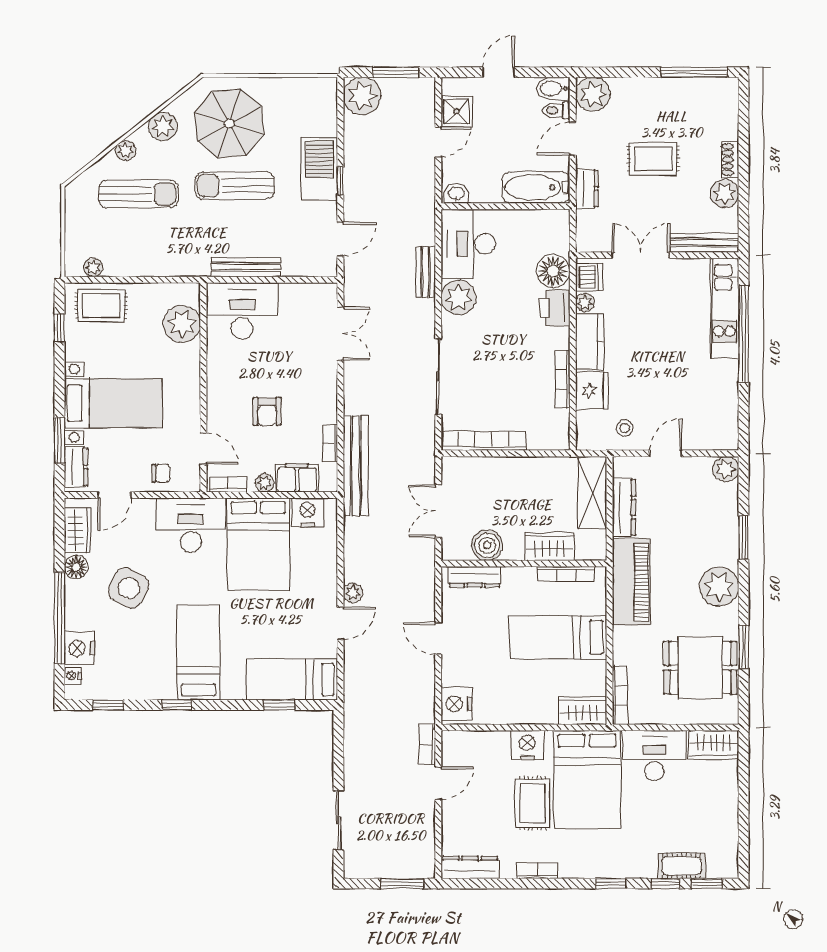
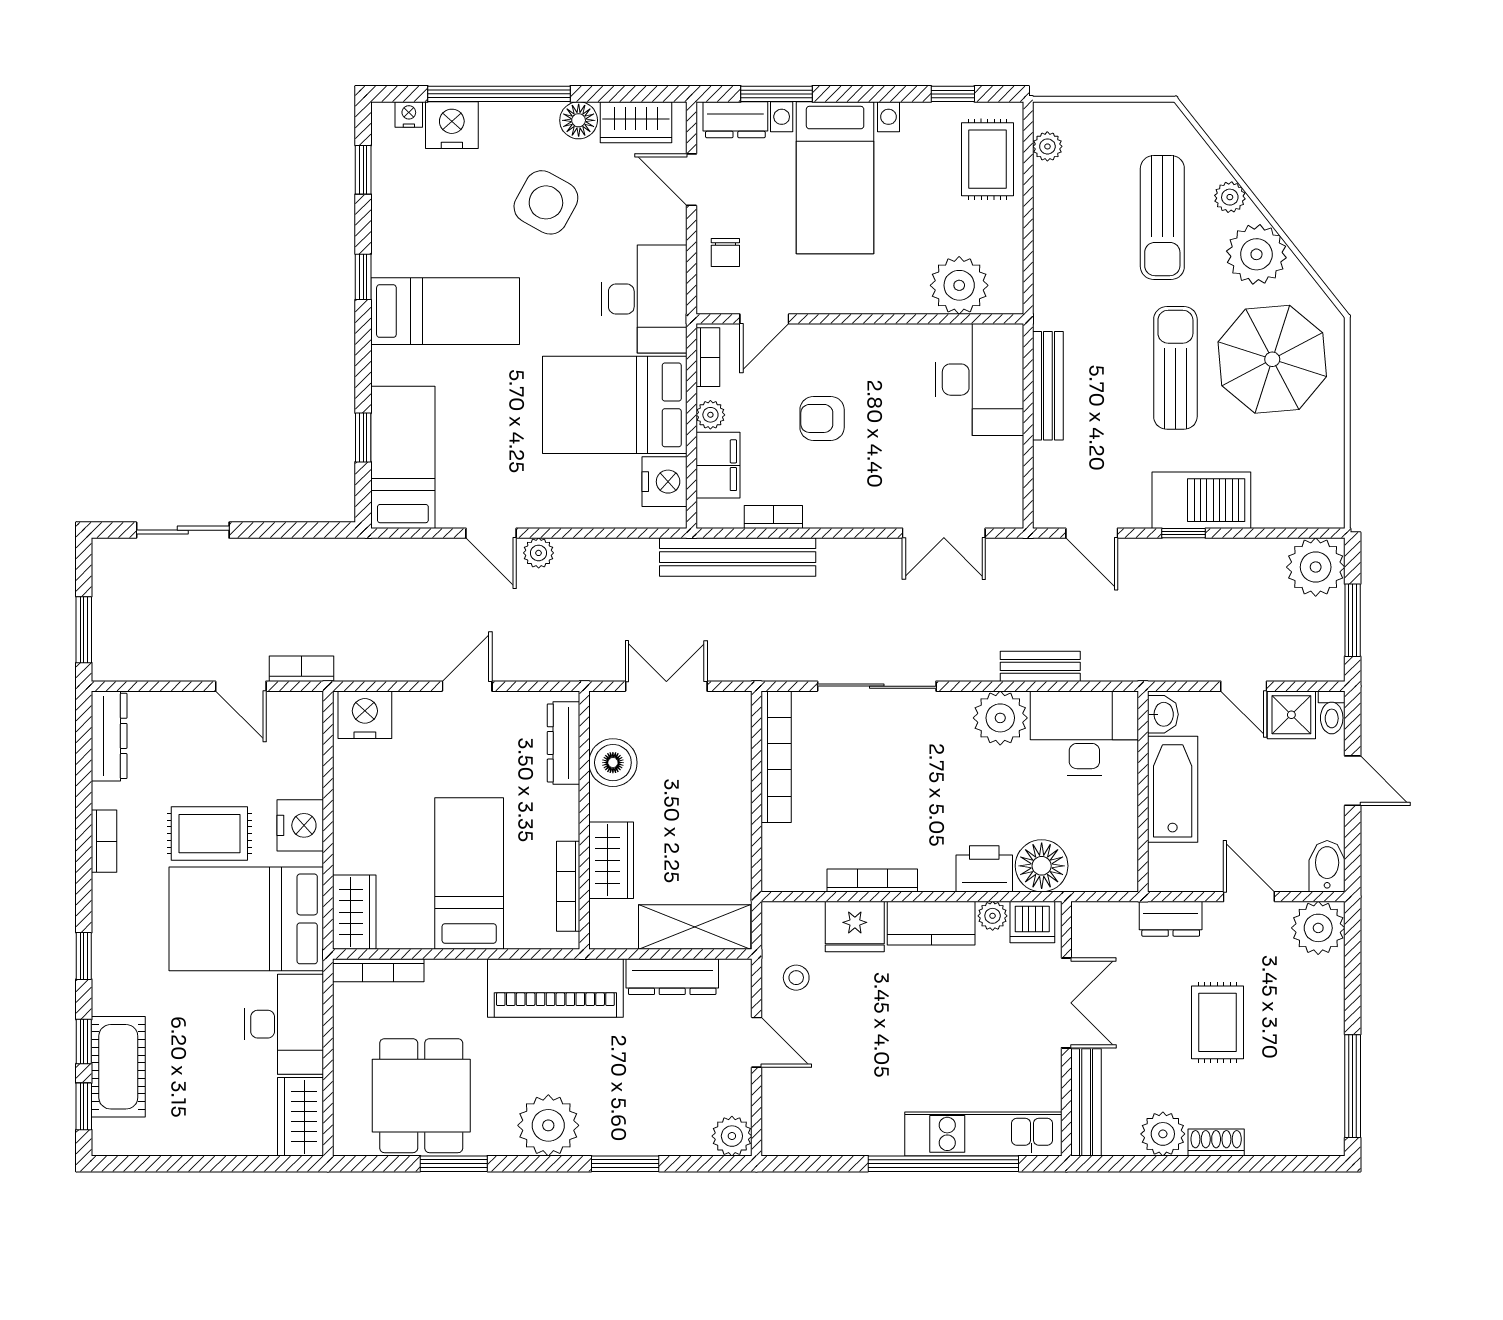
toilet: (556, 110) -> (1332, 712), moved, turned 180
plant: (163, 126) -> (1256, 254), width x1.36, depth x1.36
bathtub: (536, 187) -> (1173, 789), moved
cot: (682, 866) -> (118, 1067), width x1.37, depth x1.34

